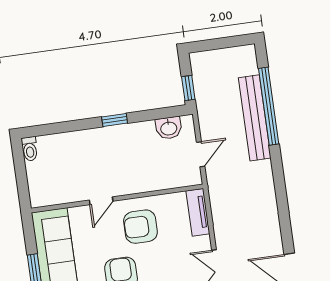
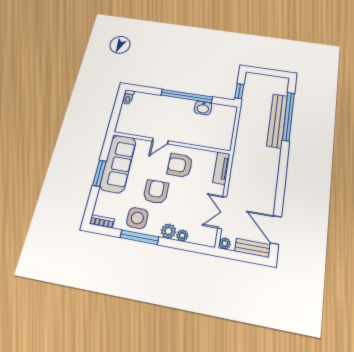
window: (115, 120) -> (187, 96), width x3.17
washbasin: (169, 128) -> (203, 108), moved
door: (201, 154) -> (235, 132), removed

